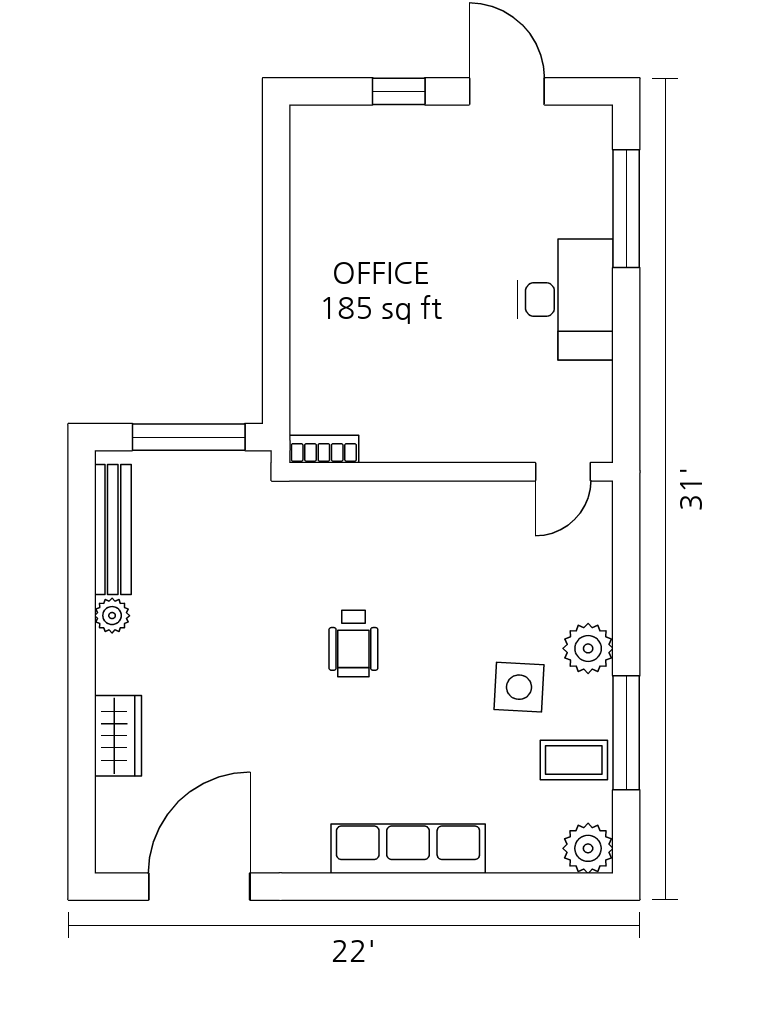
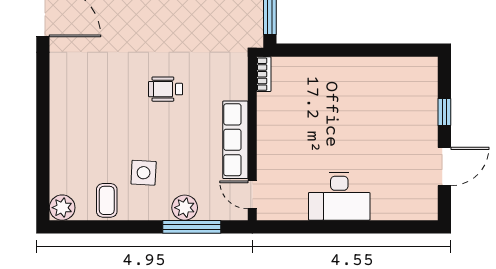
window: (626, 209) -> (385, 227), removed
plant: (588, 648) -> (185, 208), moved
window: (626, 733) -> (192, 227), moved
row of seats: (408, 849) -> (235, 140), moved, turned 180

